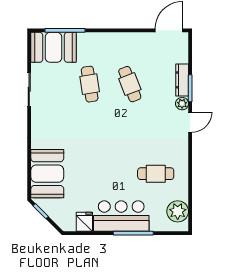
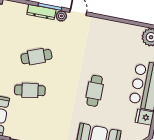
cafe table: (156, 174) -> (95, 91), moved

